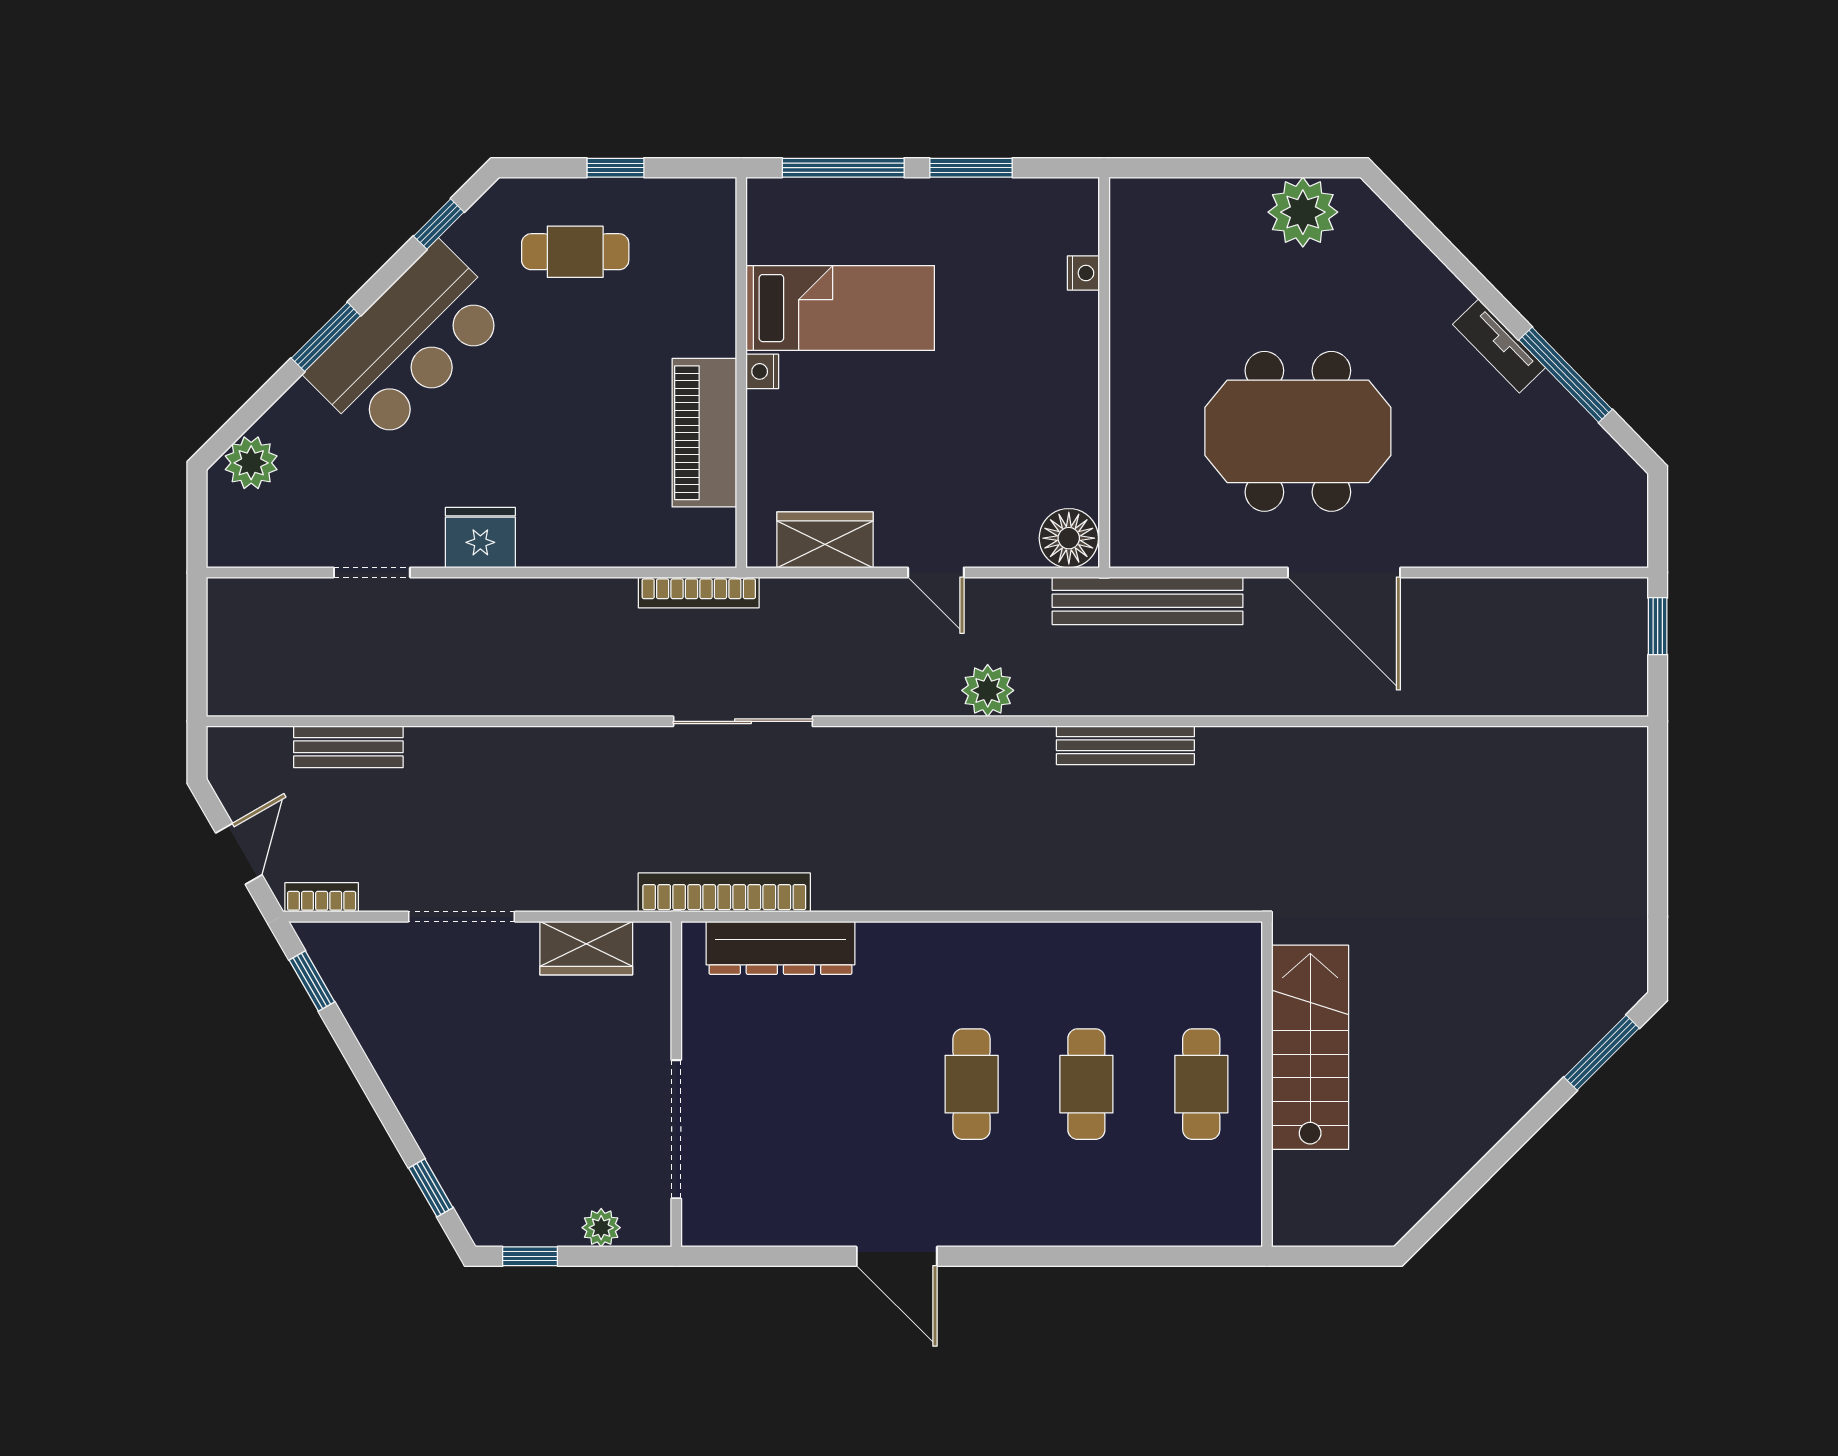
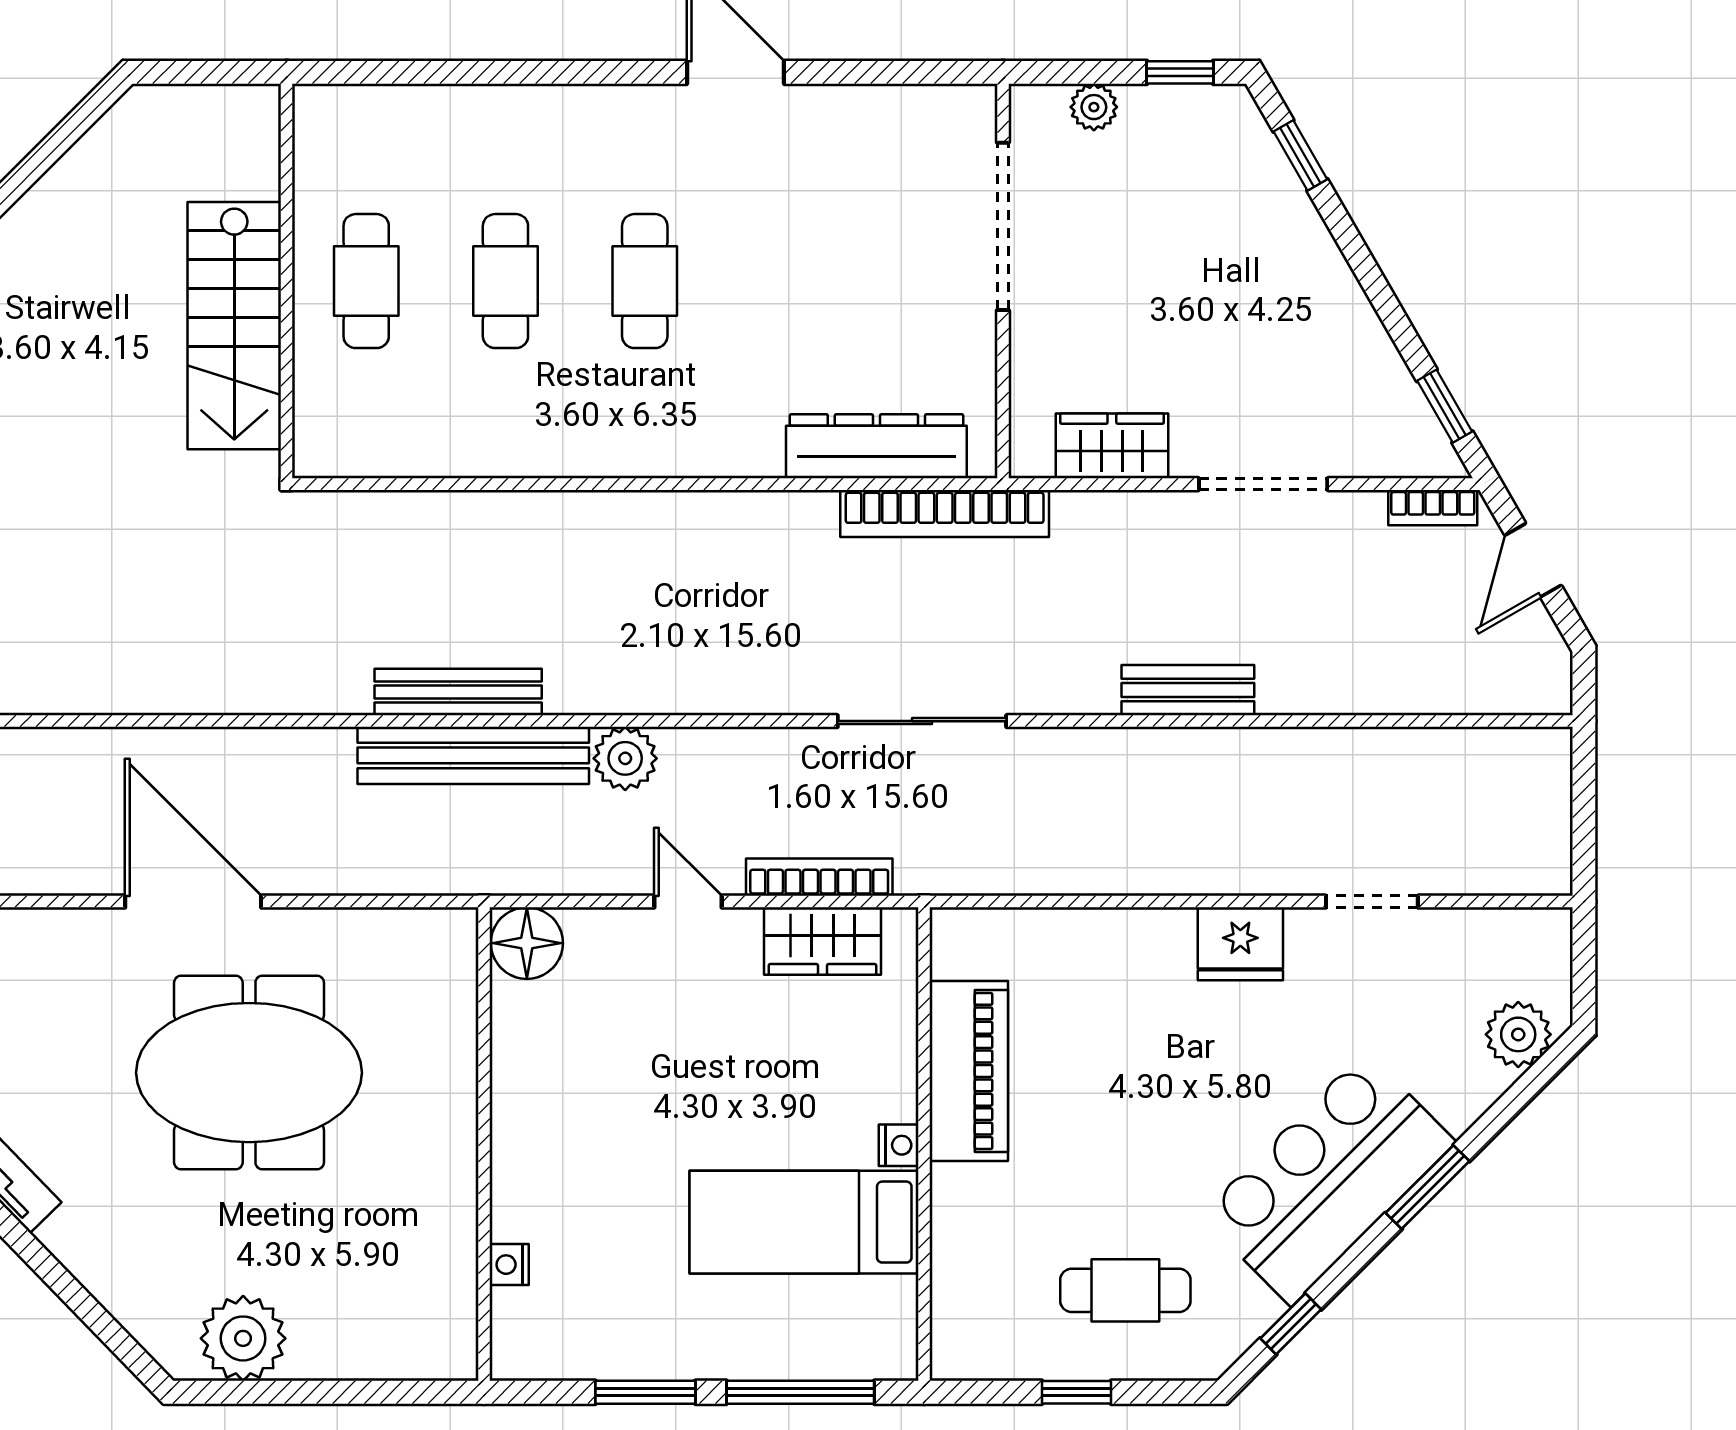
bookcase: (699, 592) -> (819, 877), moved
bench: (1148, 601) -> (473, 755), moved
bench: (348, 747) -> (1188, 690), moved

